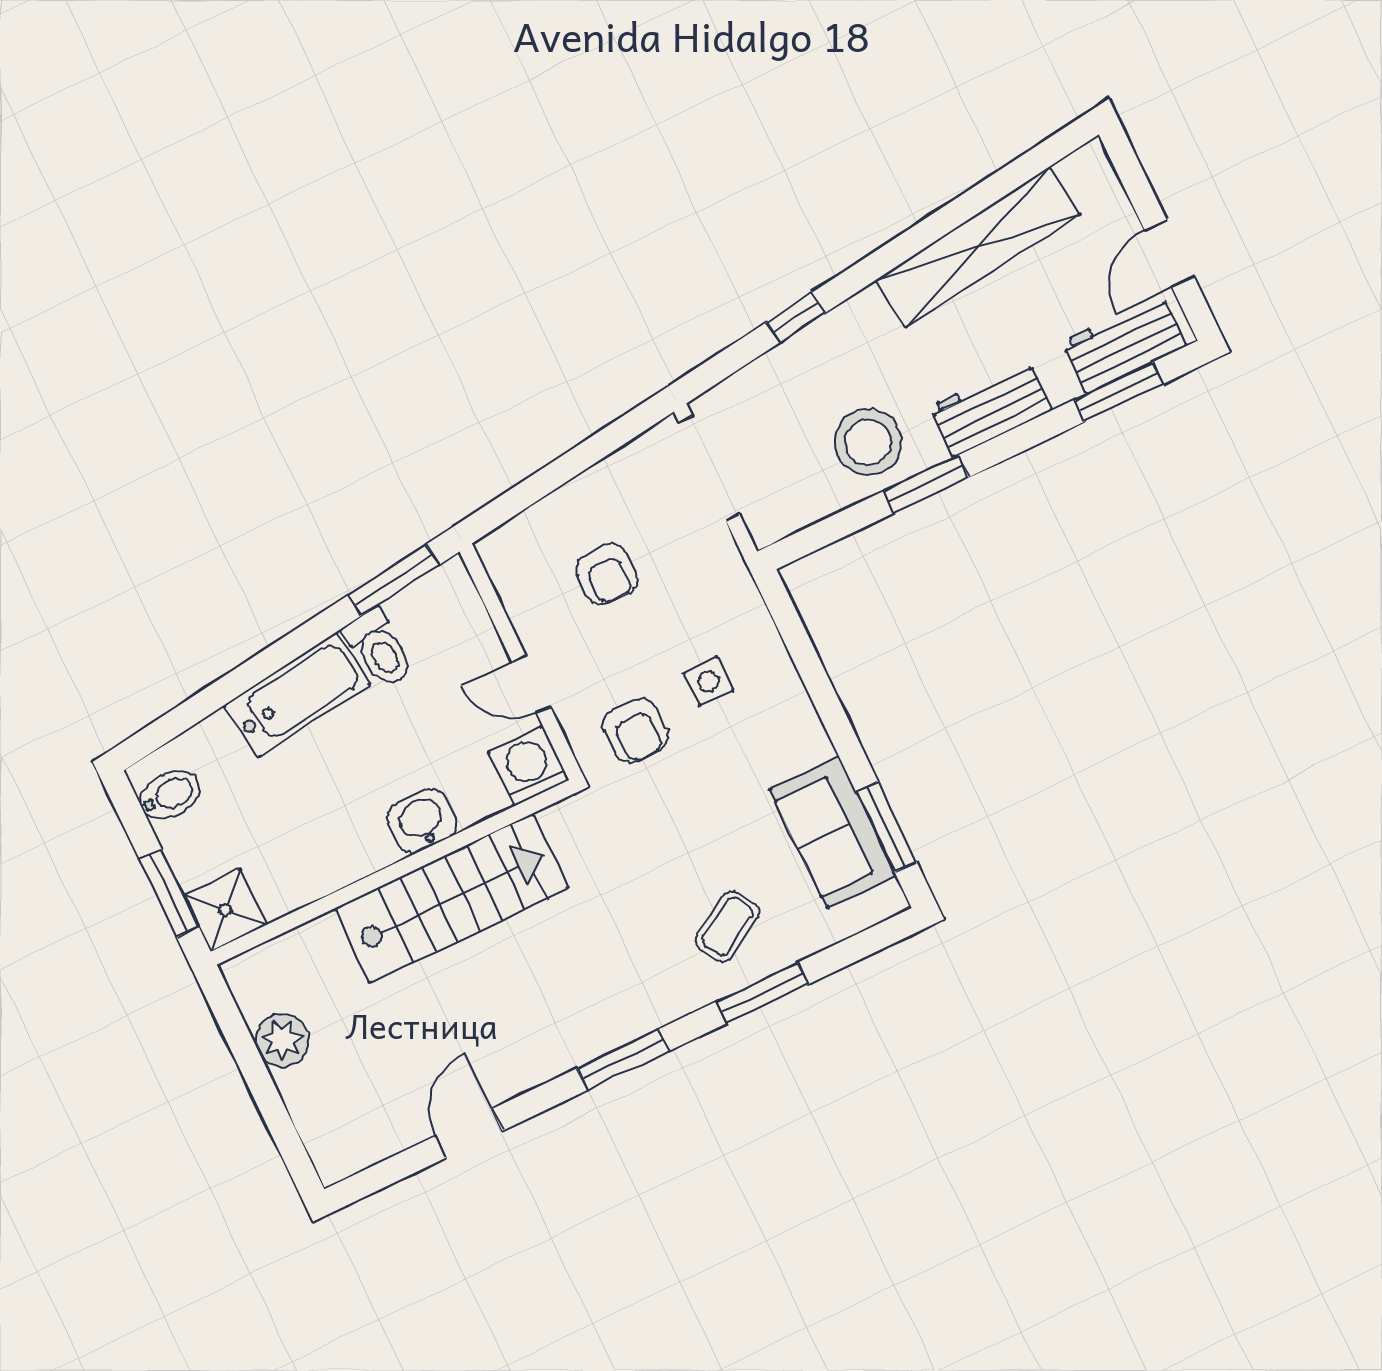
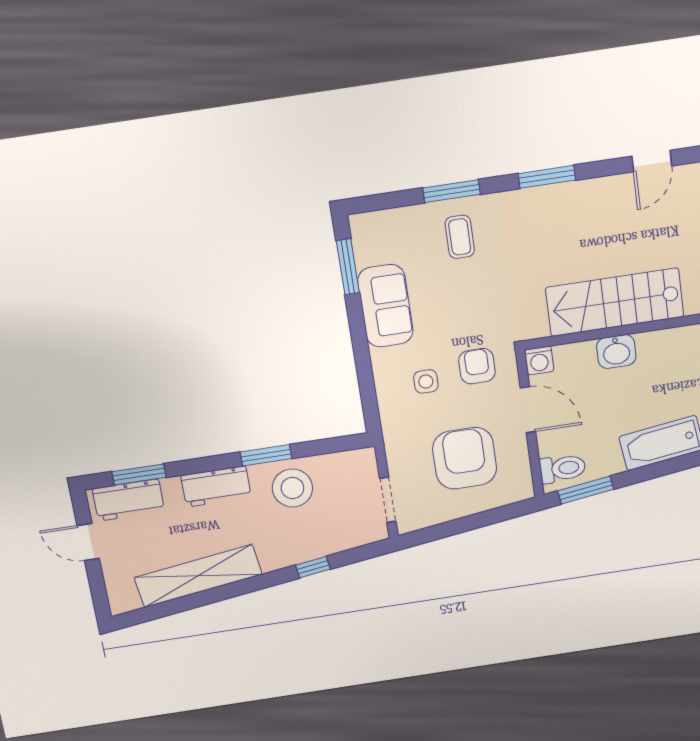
door: (1169, 254) -> (88, 542), swing flipped
doorway: (709, 468) -> (388, 500), width x0.73
armchair: (607, 574) -> (465, 458), width x1.88, depth x1.88
toilet: (379, 649) -> (563, 468), moved, turned 98
door: (531, 684) -> (528, 410), width x1.37
washing machine: (529, 766) -> (539, 360), width x0.73, depth x0.73
sofa: (833, 833) -> (385, 306), moved
coffee table: (728, 926) -> (460, 237), turned -59

